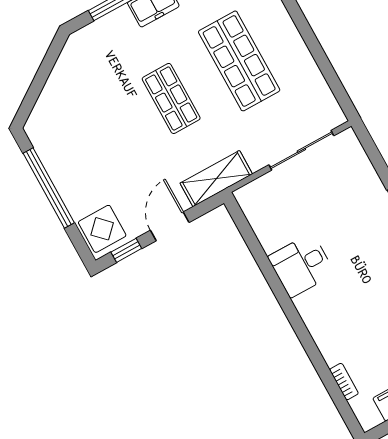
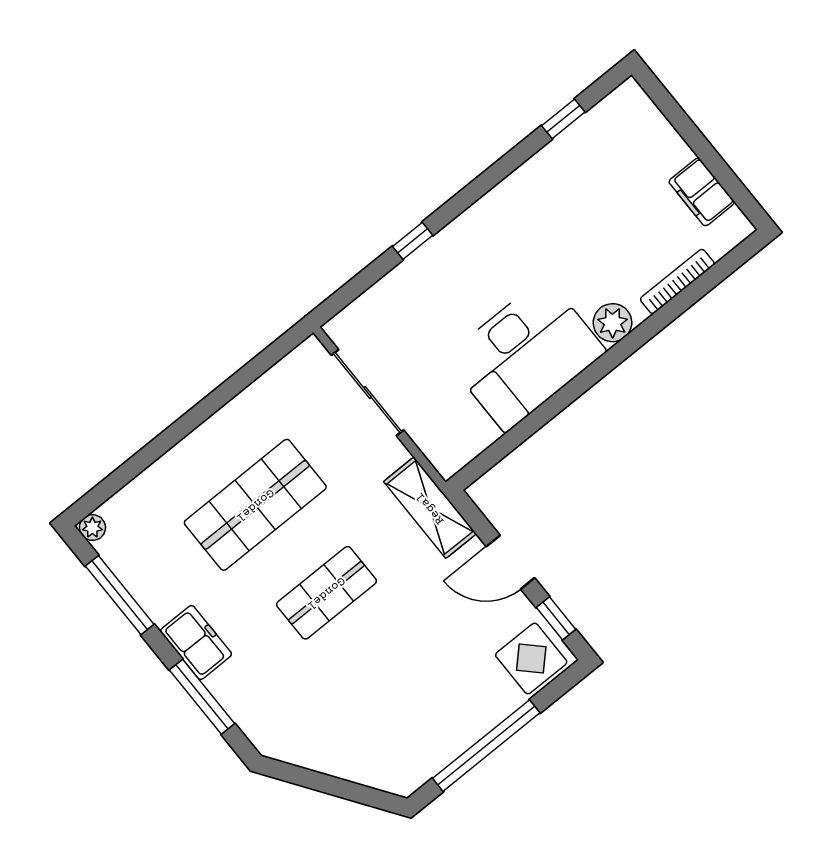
desk: (301, 265) -> (525, 354), width x1.87, depth x1.30
plant: (319, 324) -> (613, 323), added
bookcase: (344, 382) -> (677, 281), width x1.56

